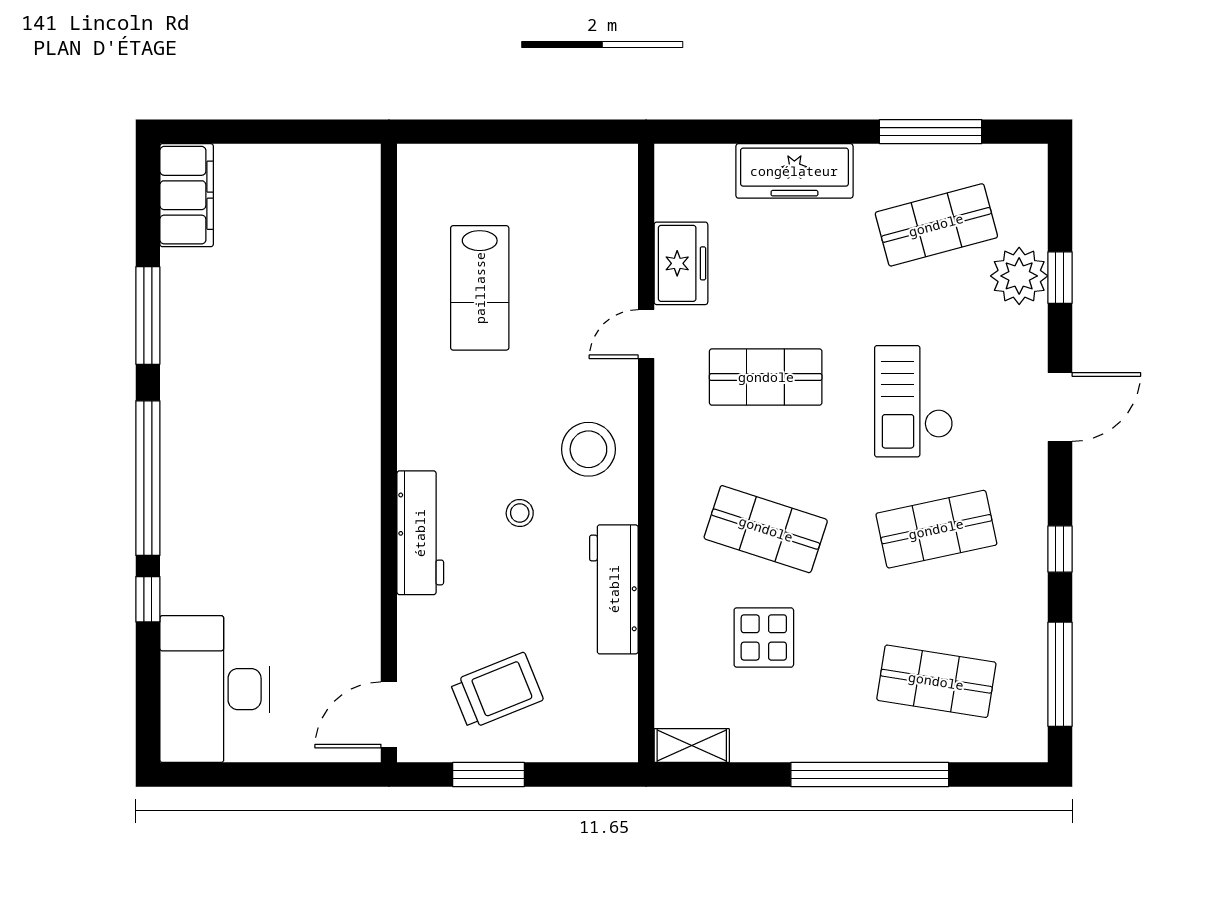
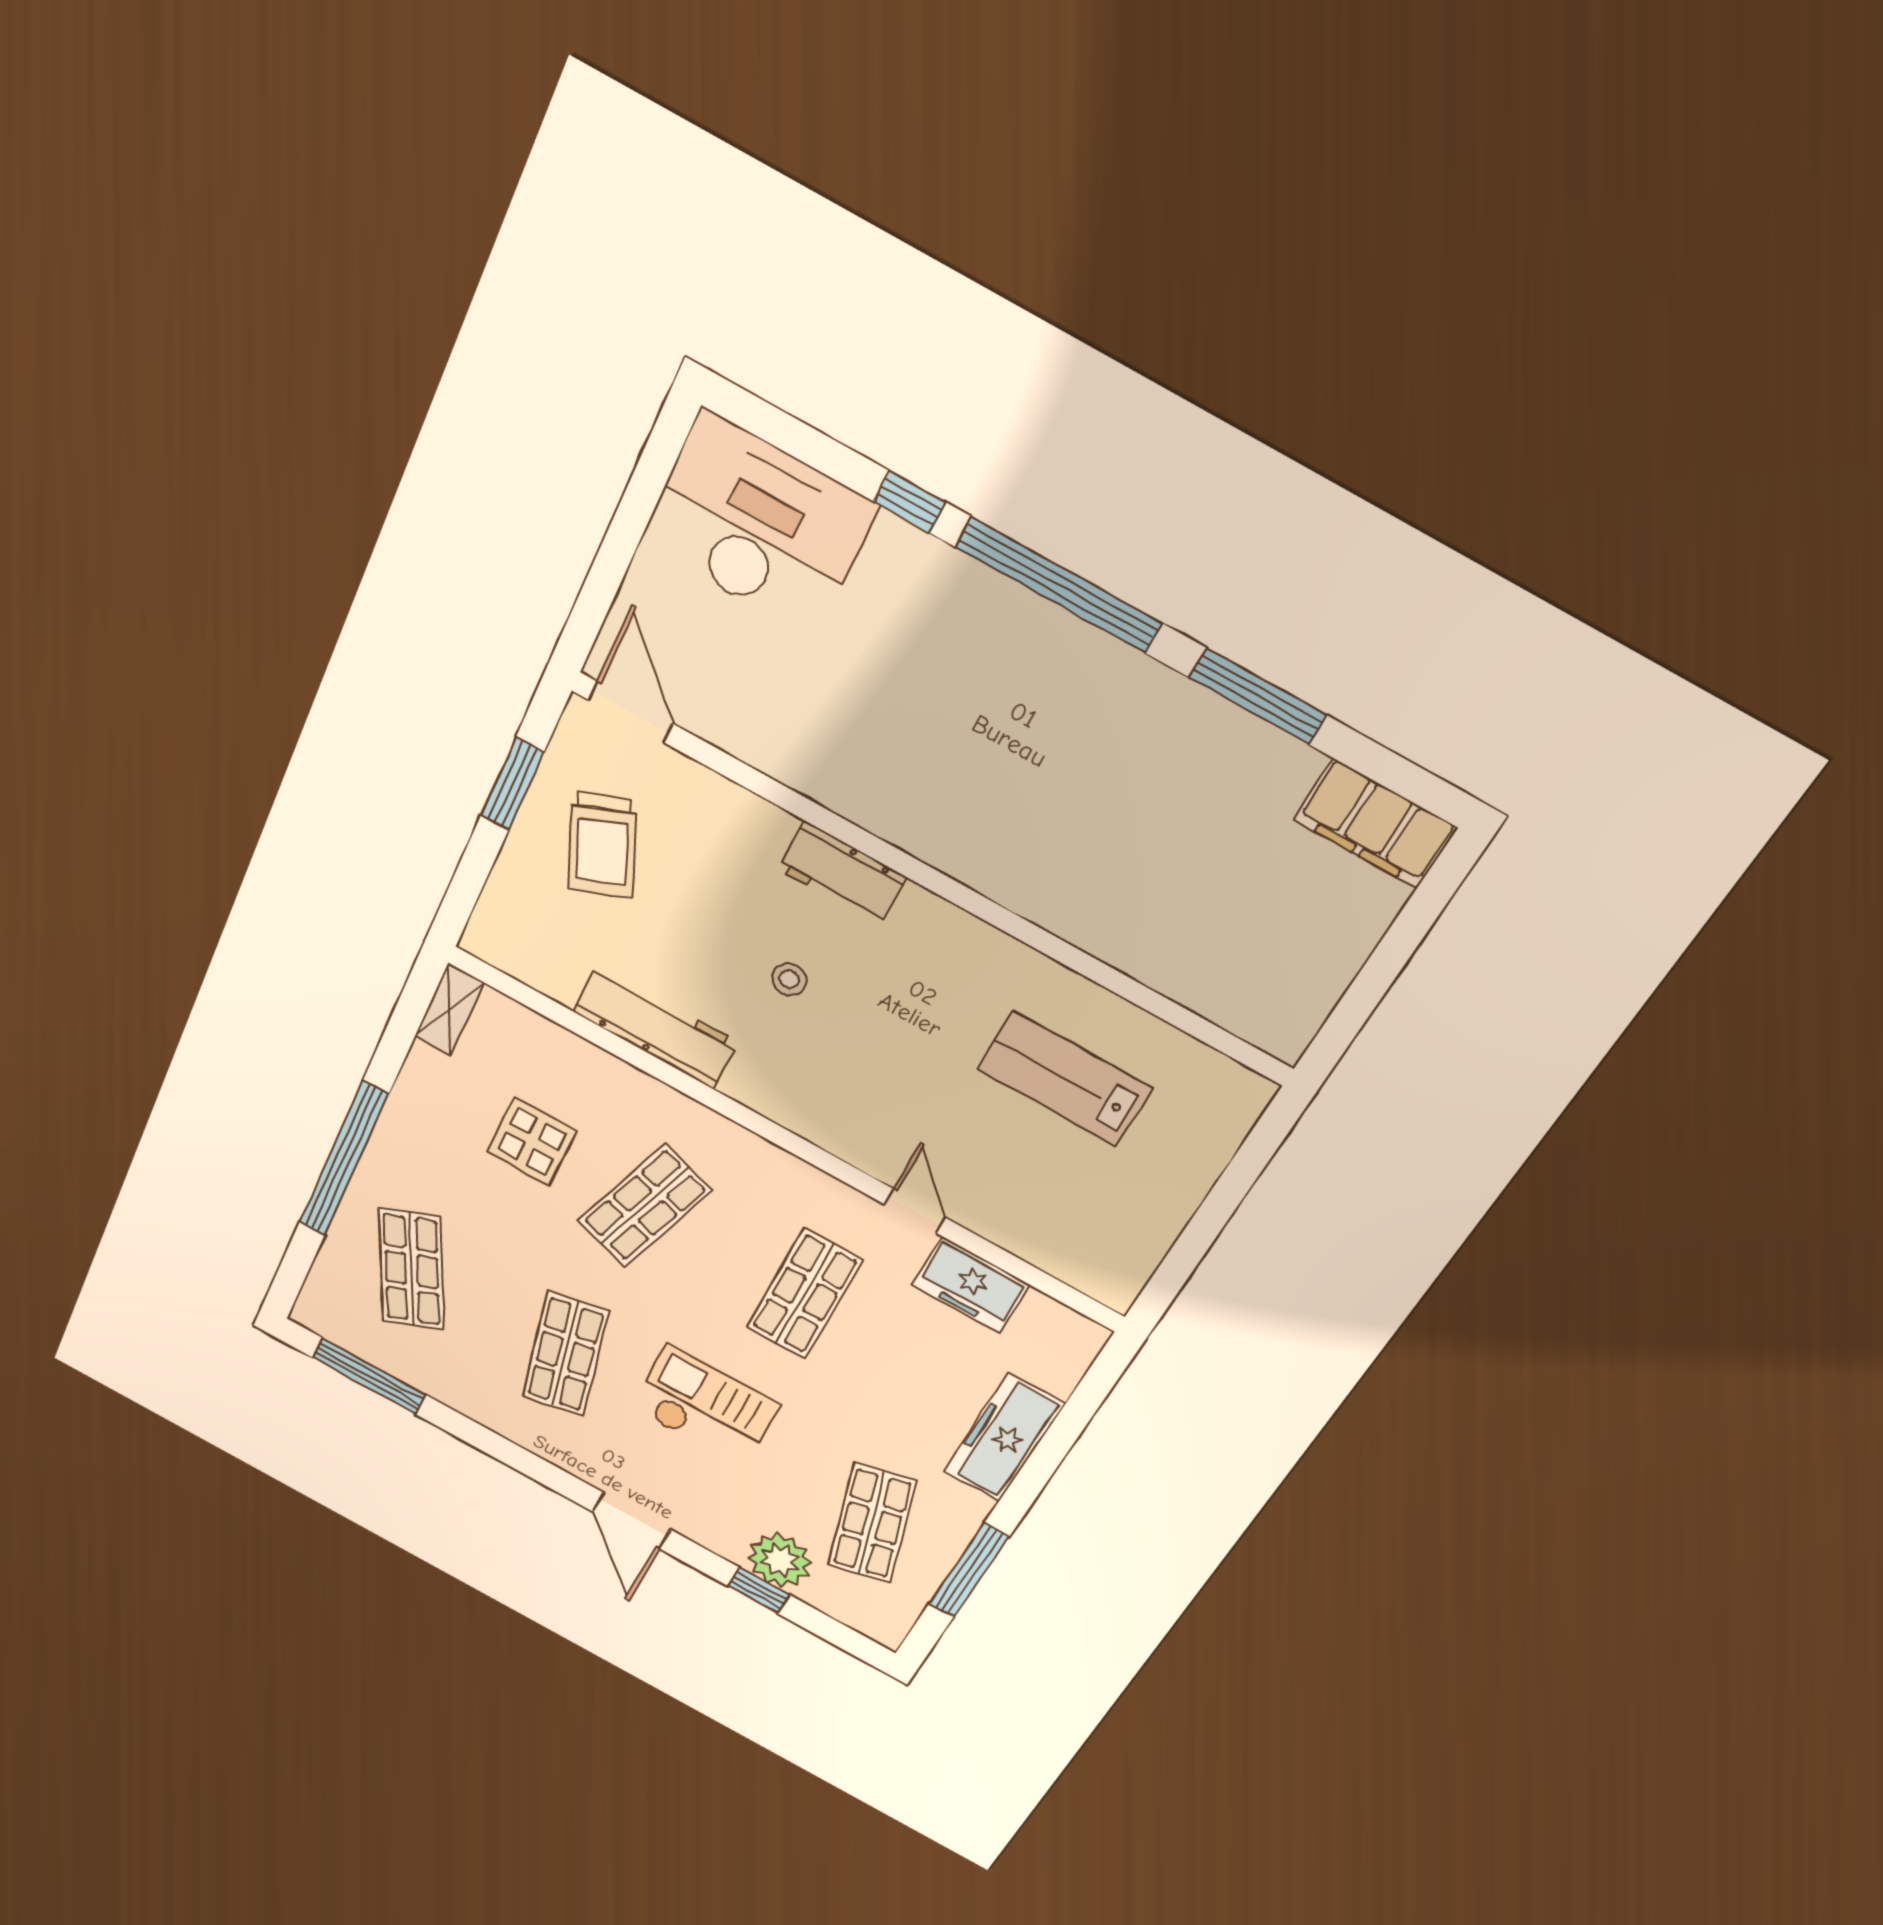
stool: (588, 449) -> (822, 1087), removed
workbench: (420, 533) -> (842, 873), width x0.73
window: (1060, 549) -> (492, 1444), removed
shop shelf: (936, 681) -> (412, 1270), turned -33

